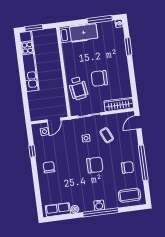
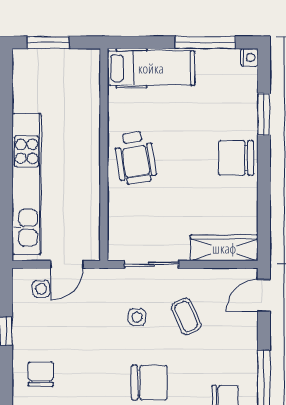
kitchen unit: (29, 61) -> (27, 184), moved
chair: (99, 78) -> (236, 158), moved
wheelchair: (78, 88) -> (135, 158), moved

